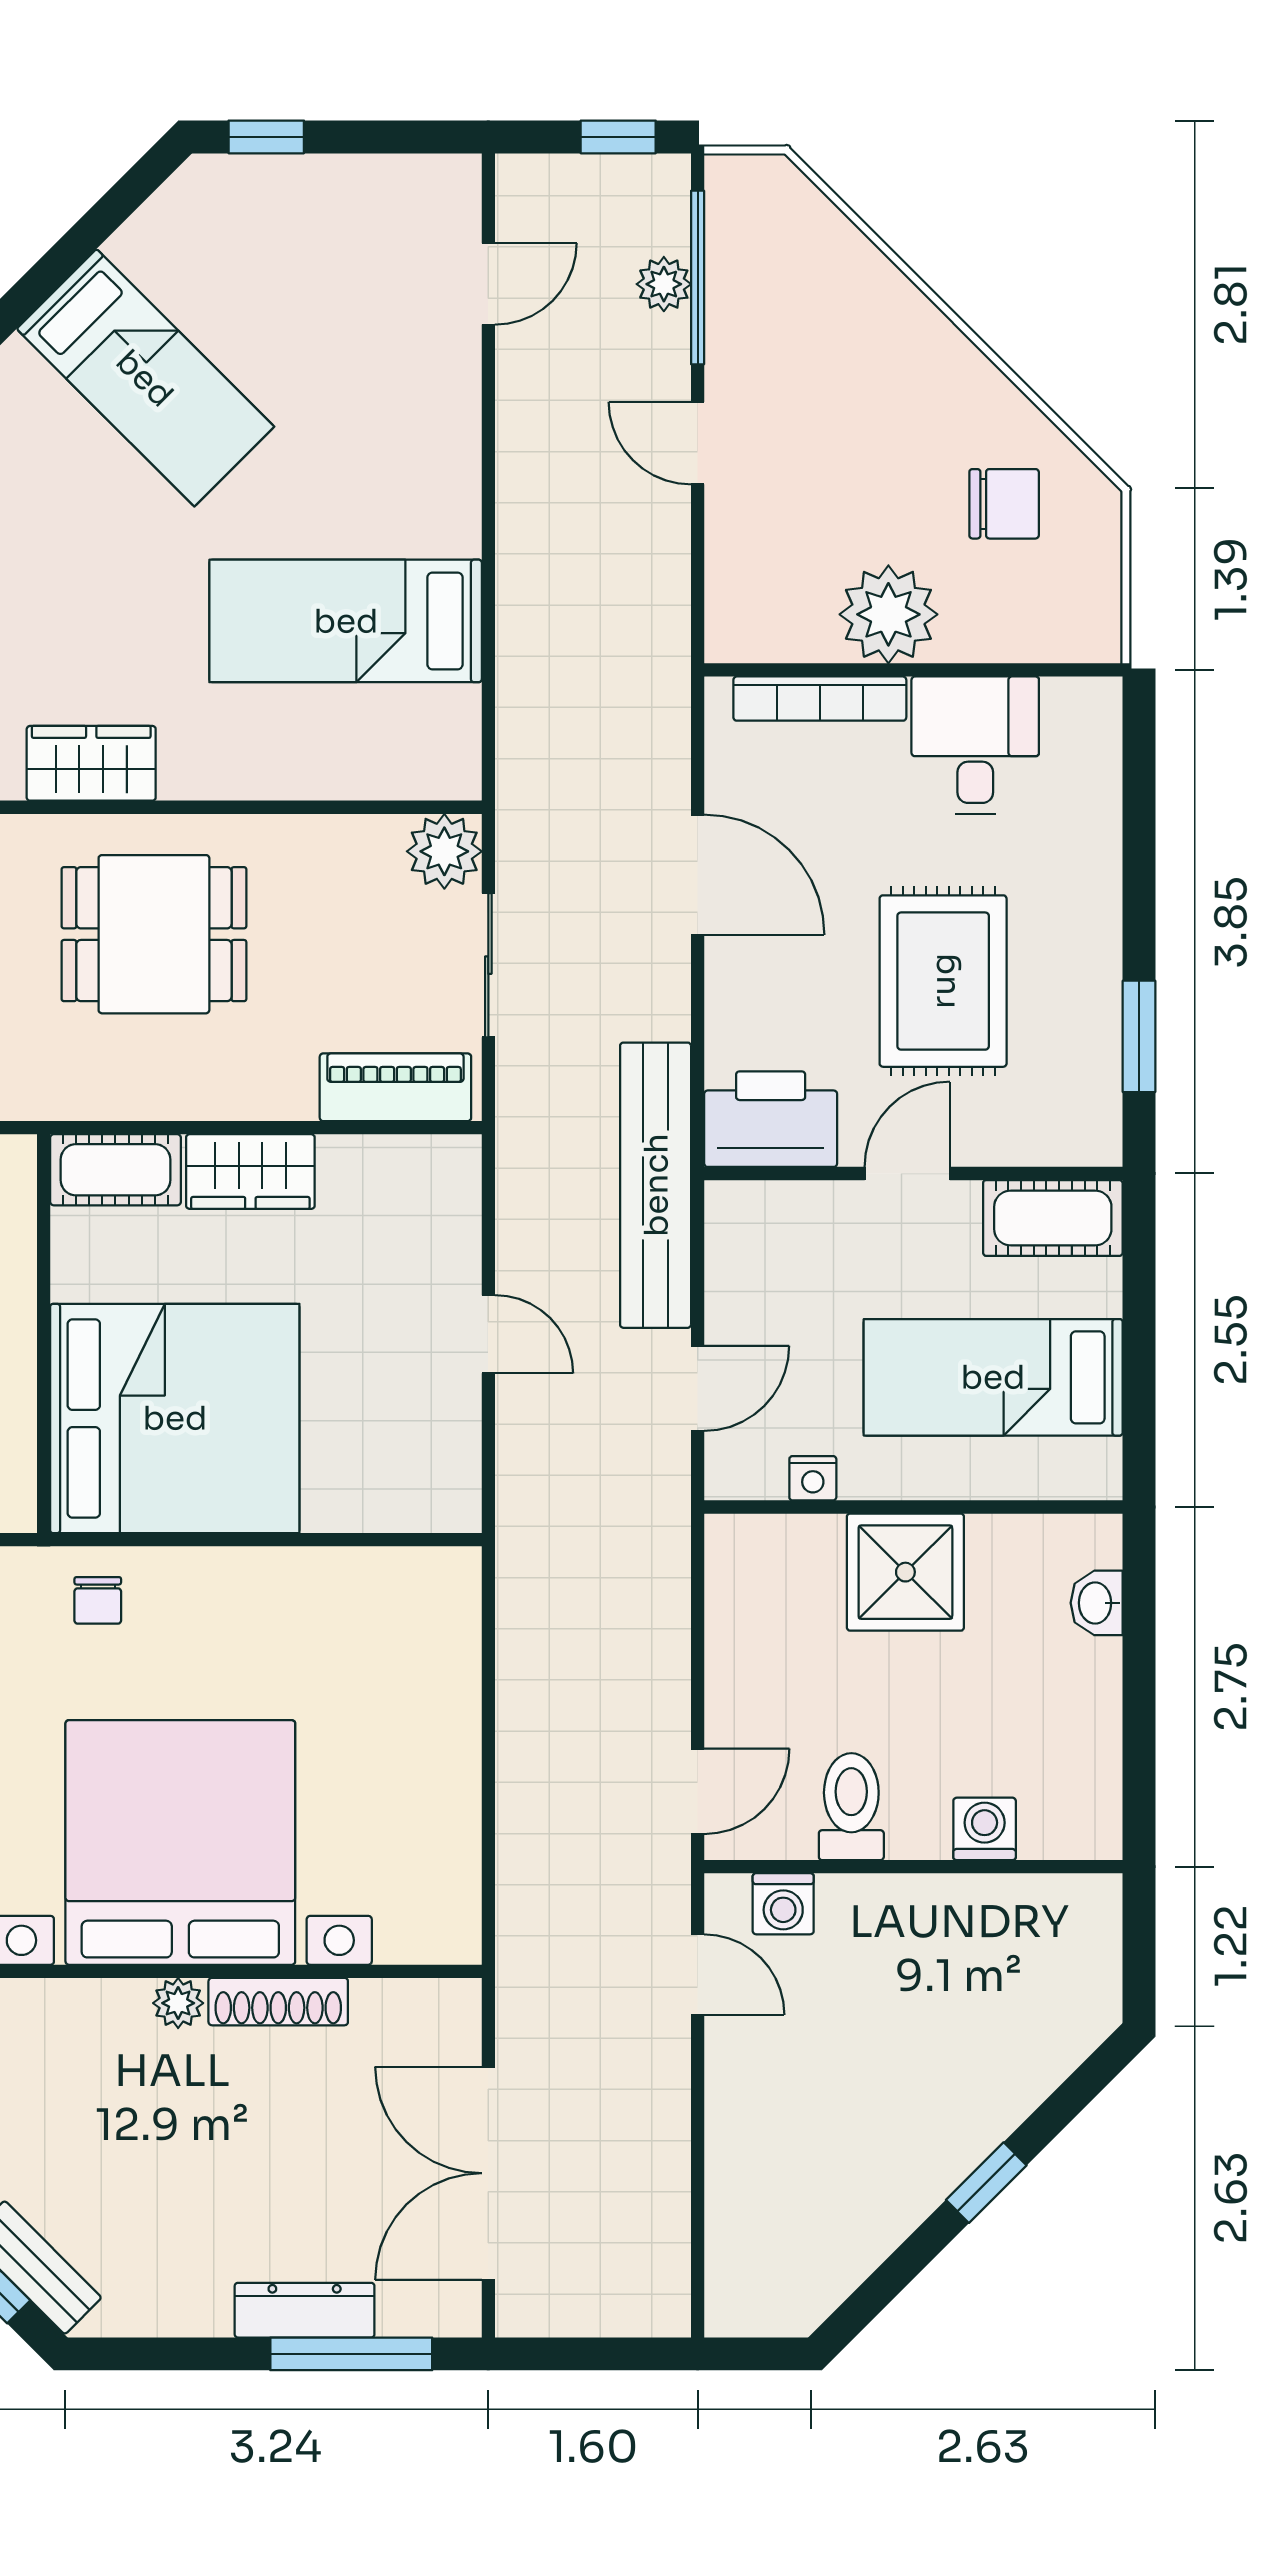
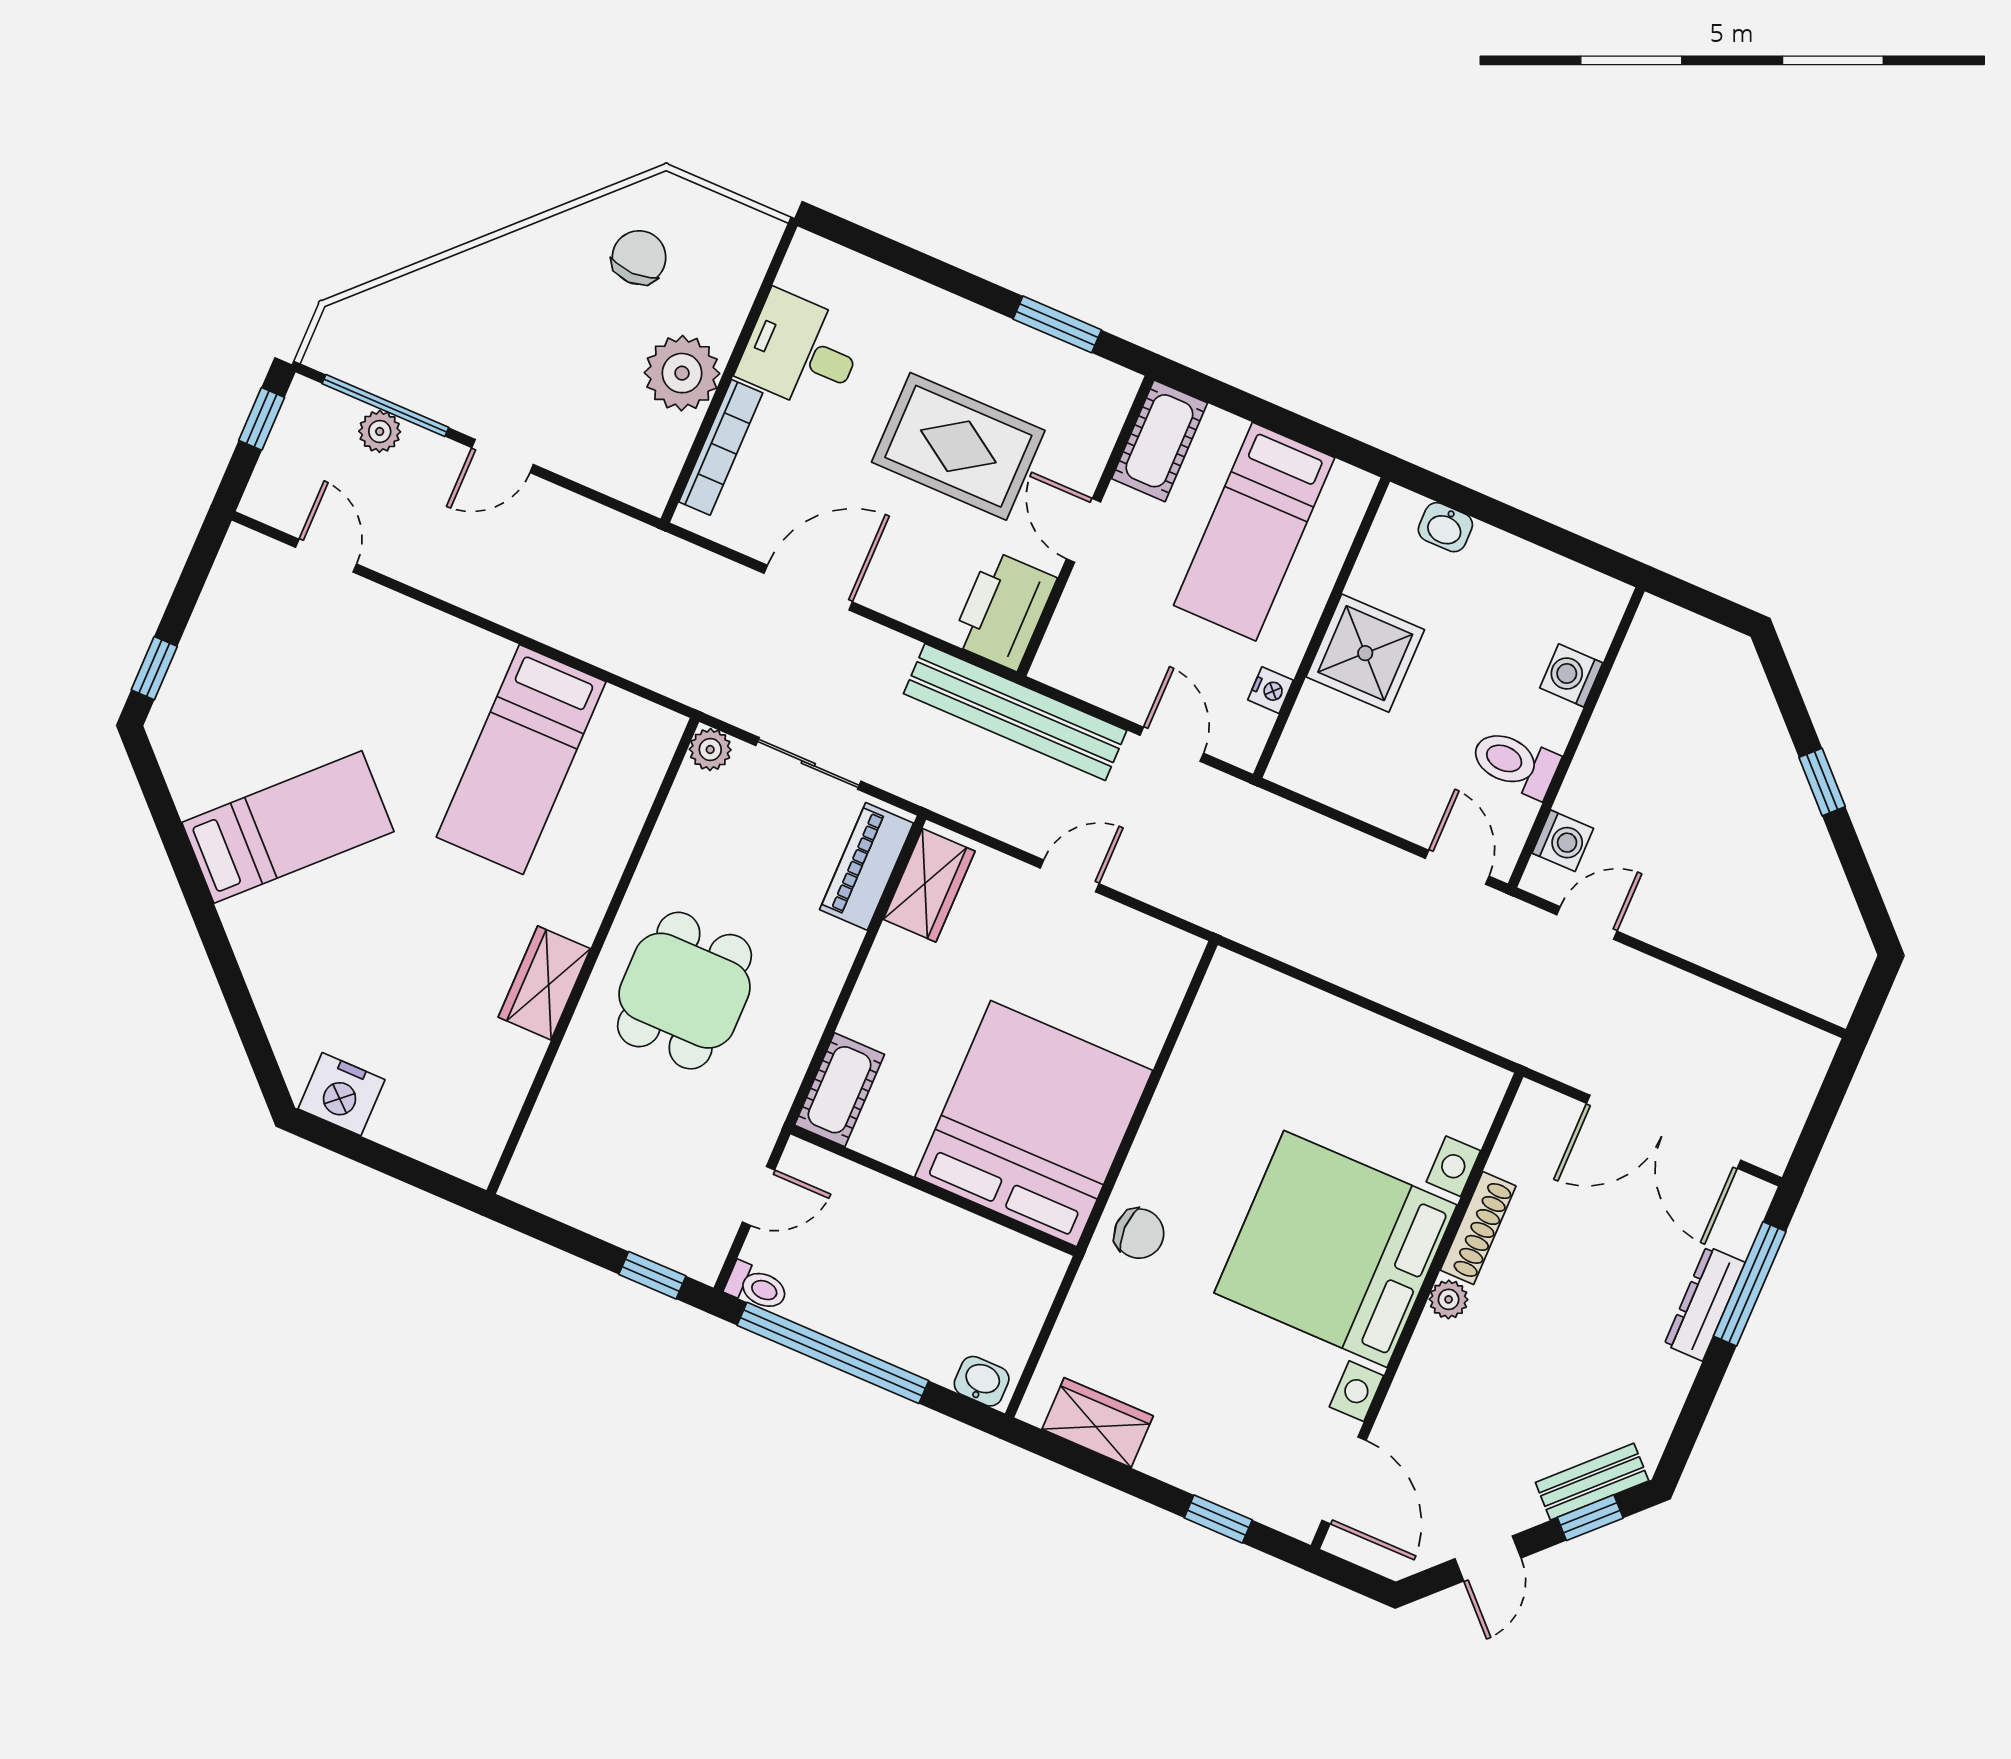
plant: (444, 851) -> (710, 749), width x0.73, depth x0.73
wardrobe: (250, 1172) -> (929, 885), moved
chair: (98, 1600) -> (1139, 1234), width x1.37, depth x1.37

